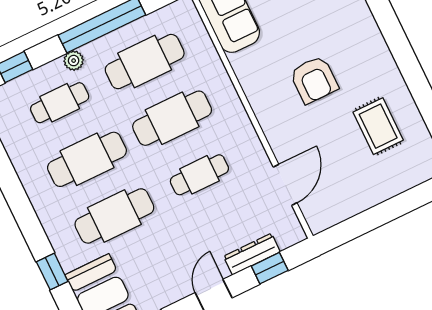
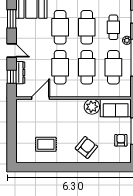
plant: (251, 67) -> (92, 107), added
armchair: (314, 80) -> (86, 147), moved, turned 129
cafe table: (199, 175) -> (60, 67), width x1.37, depth x1.35
door: (285, 185) -> (41, 98), swing flipped

